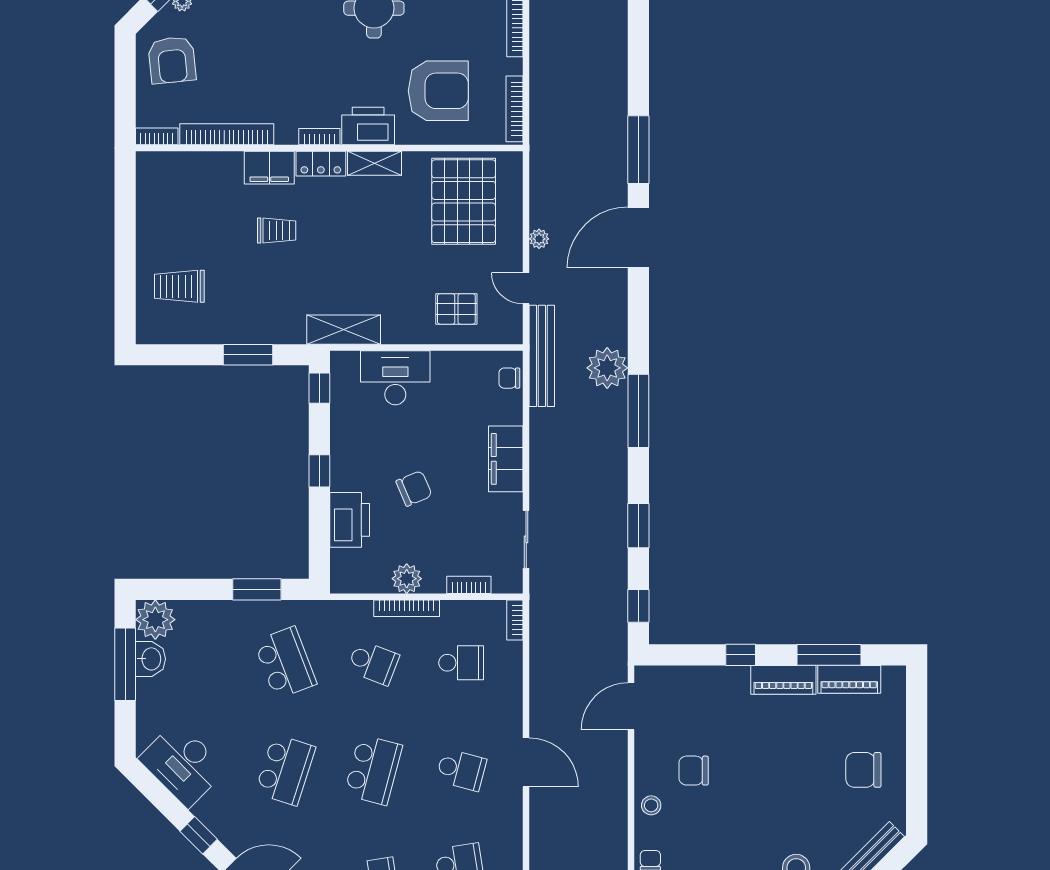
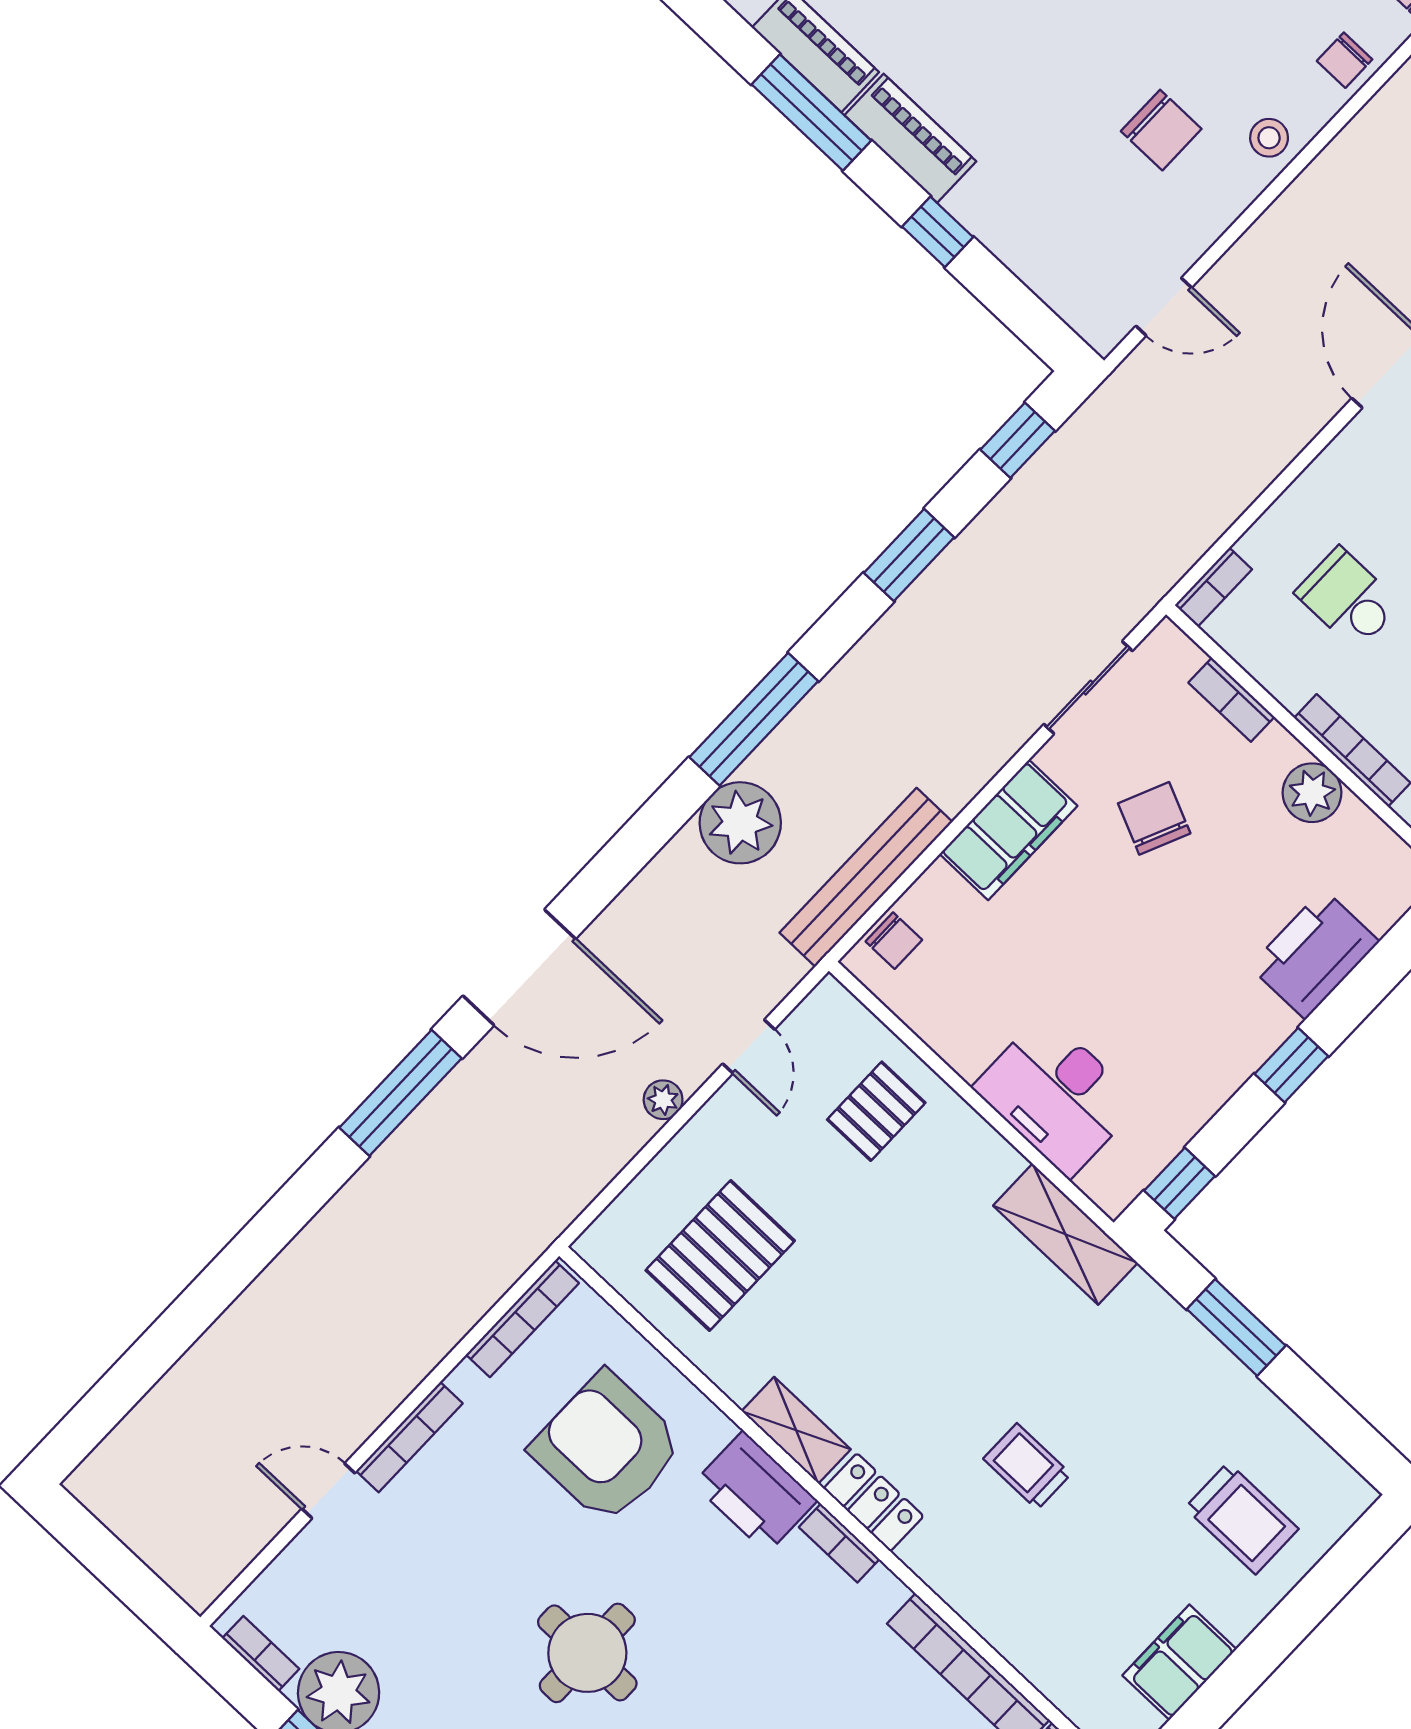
filing cabinet: (269, 168) -> (1179, 1662), moved, turned -90
pallet: (464, 201) -> (720, 1255), width x0.73, depth x0.71
pallet: (456, 309) -> (876, 1111), turned 90
bench: (542, 356) -> (866, 877), moved
chair: (414, 488) -> (1154, 818), moved, turned 47
door: (631, 706) -> (1164, 307), width x0.73

